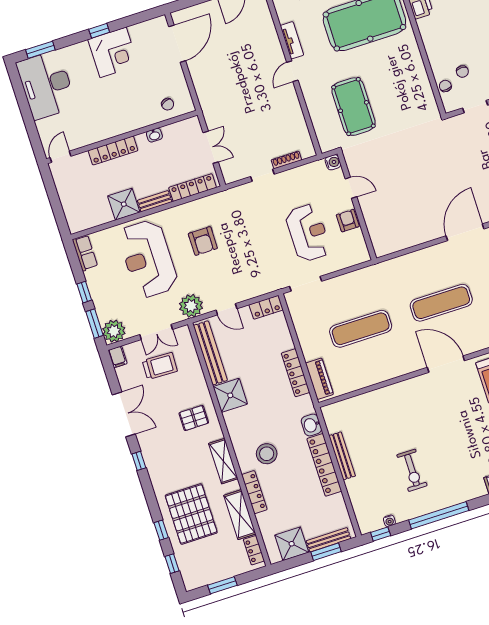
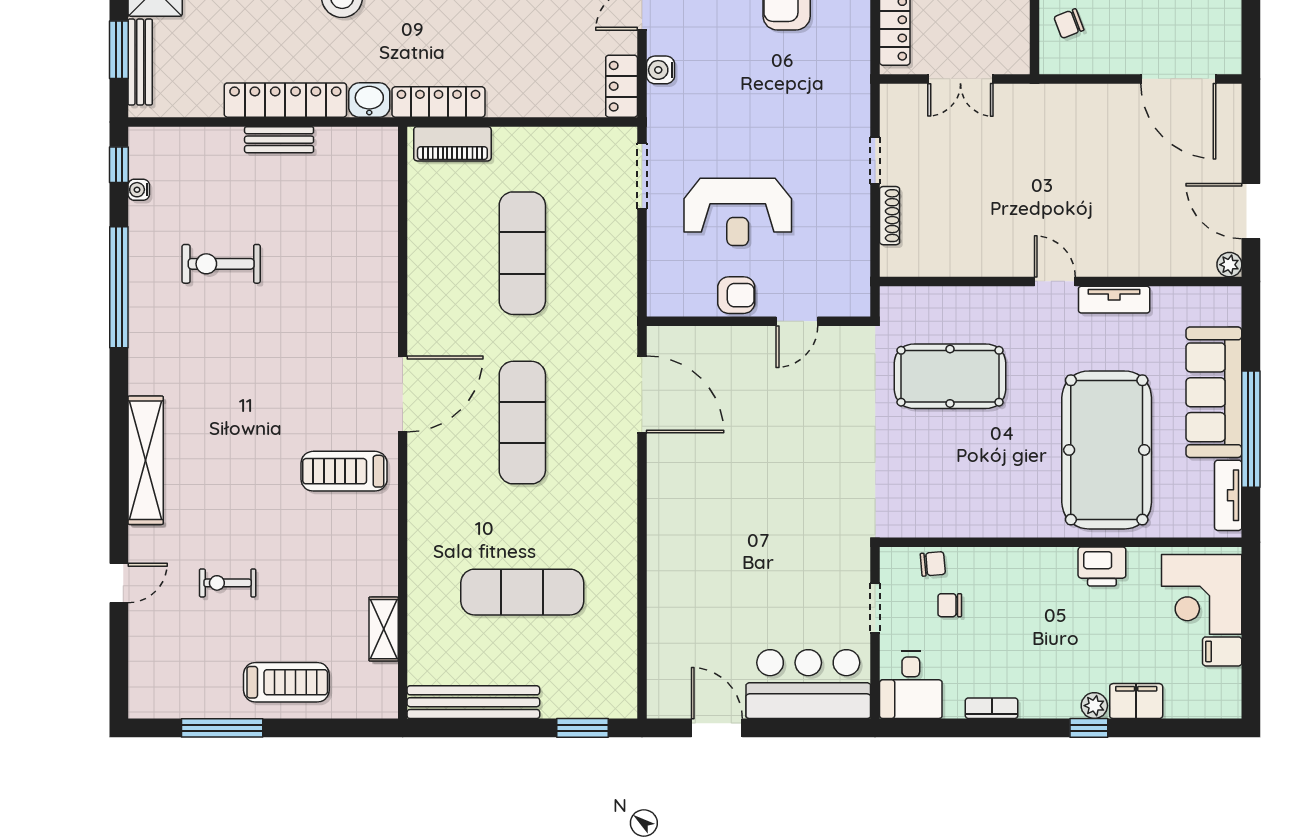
water cooler: (333, 162) -> (660, 70), moved, turned 90
door: (465, 232) -> (642, 394), moved
locker: (296, 373) -> (438, 102), moved
bench: (342, 456) -> (279, 140), width x0.73

